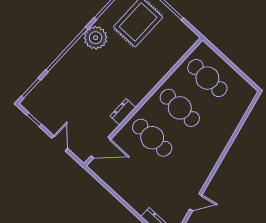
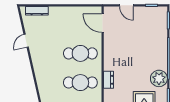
dresser: (123, 112) -> (108, 80), moved
door: (101, 148) -> (103, 23), hinge flipped

